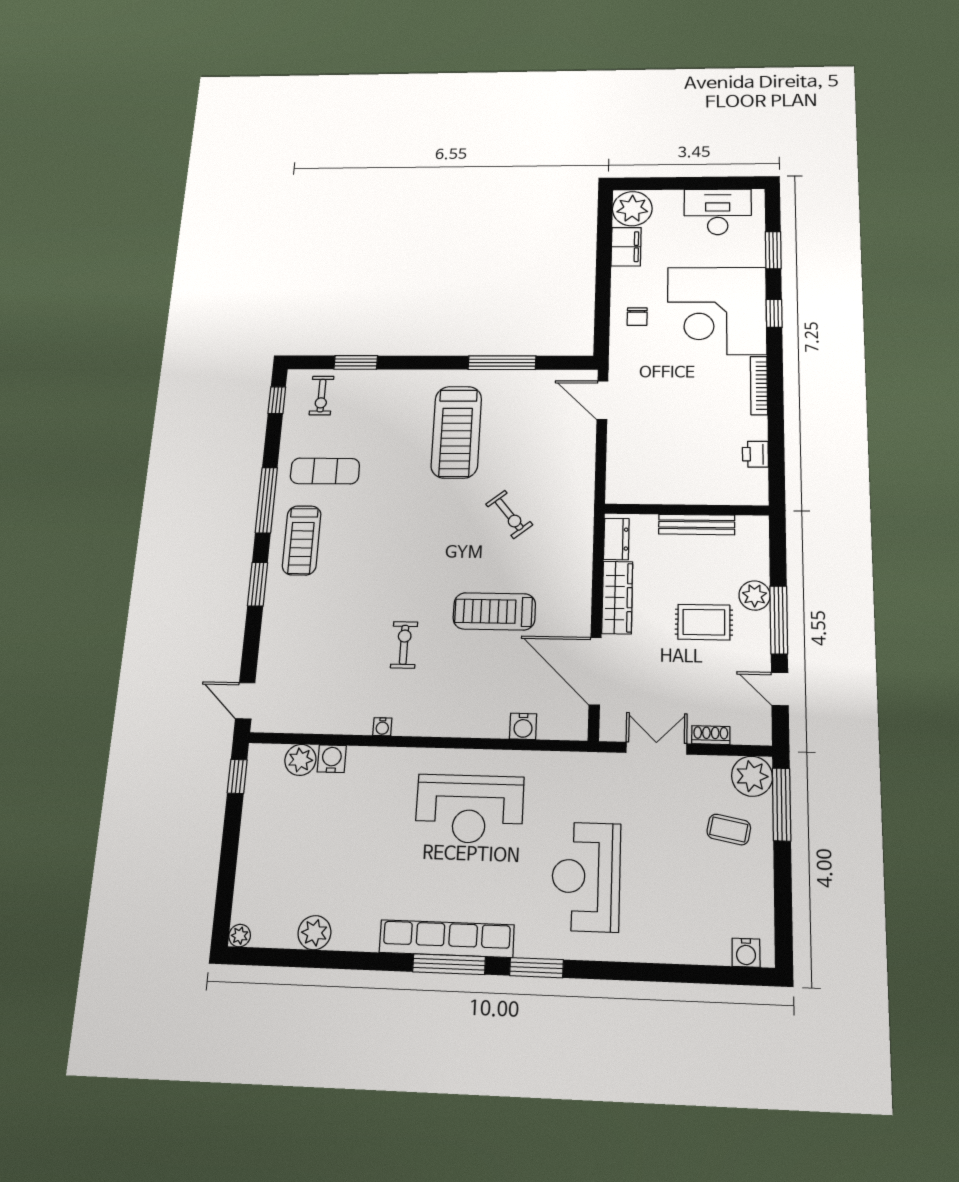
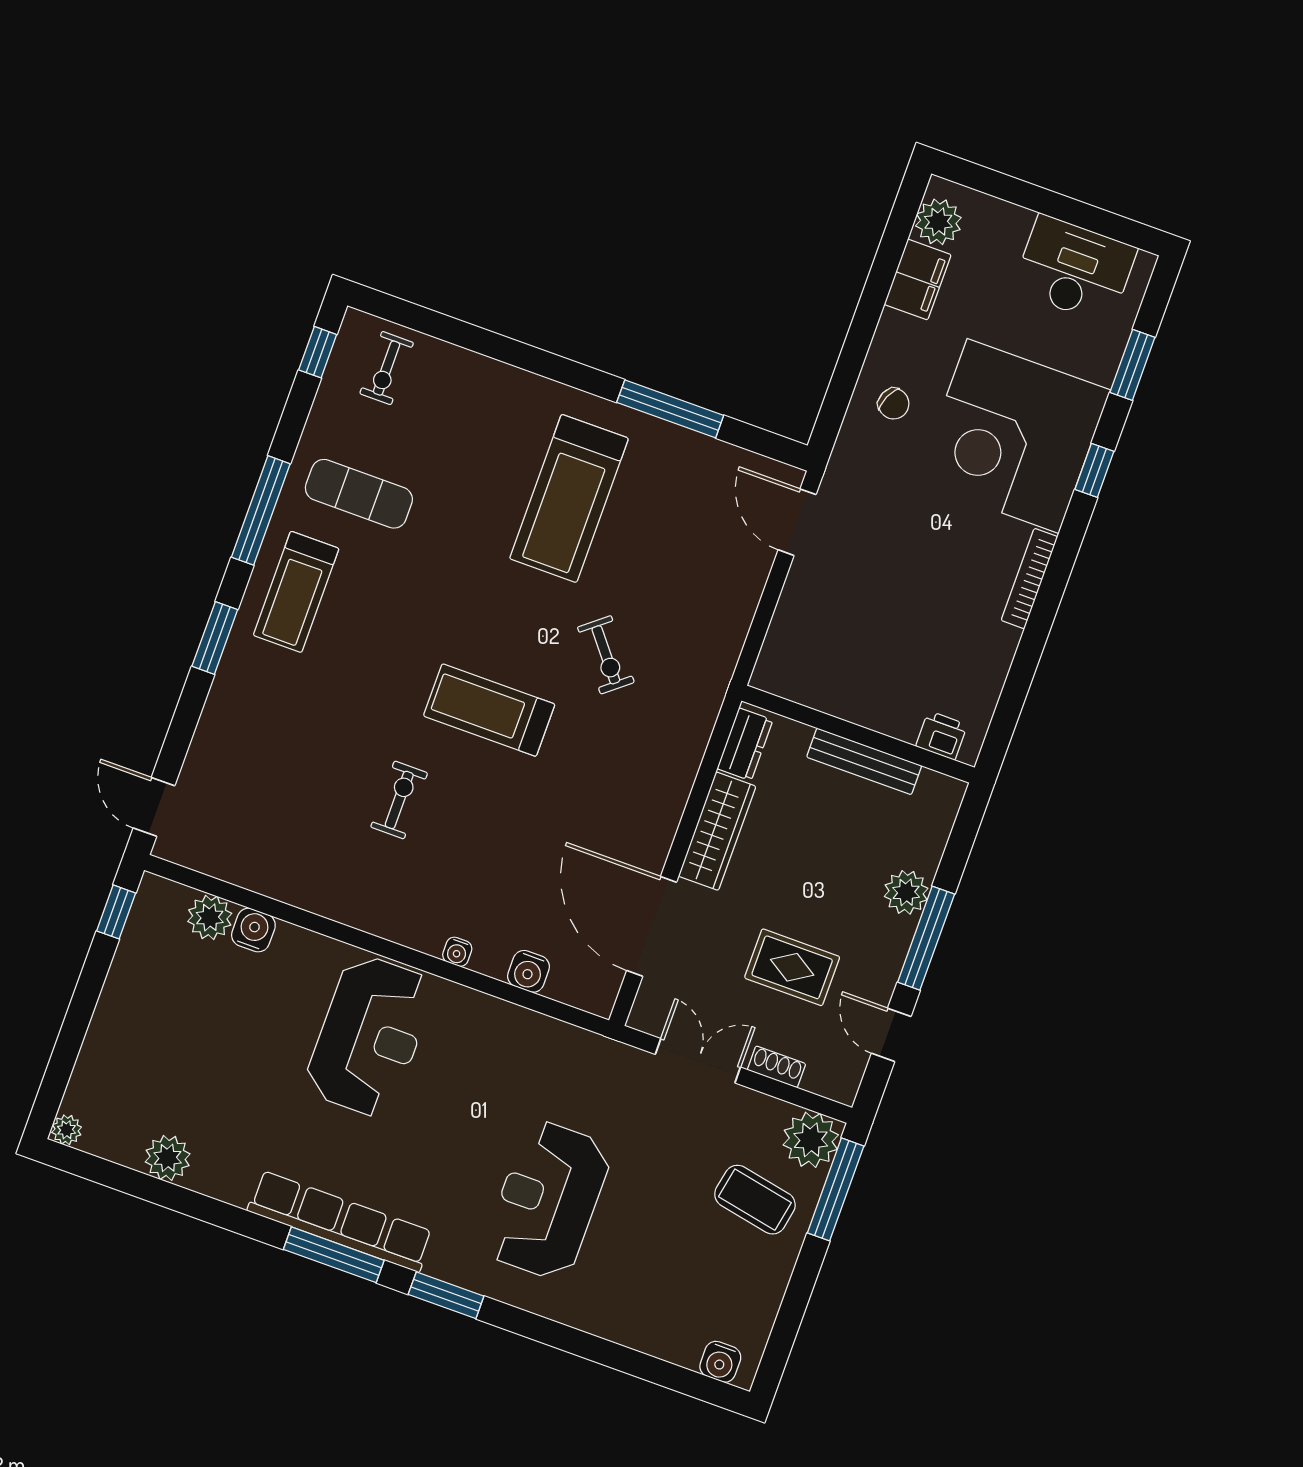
plant: (632, 209) -> (938, 222), width x0.73, depth x0.73
chair: (637, 317) -> (894, 404), turned -66
window: (356, 362) -> (453, 331), removed
printer: (755, 454) -> (942, 735), moved, turned 90
treadmill: (494, 611) -> (489, 710), moved
rug: (704, 622) -> (792, 967), moved
water cooler: (382, 727) -> (457, 952), moved
reception desk: (469, 809) -> (370, 1036), moved, turned -90
coffee table: (729, 830) -> (755, 1200), width x1.36, depth x1.30

